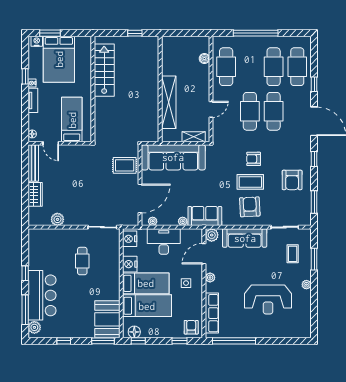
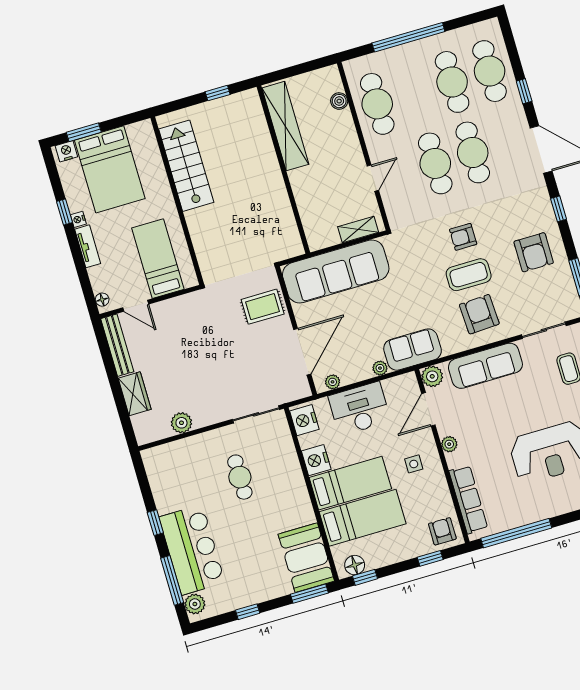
shelving: (169, 102) -> (285, 126), moved

